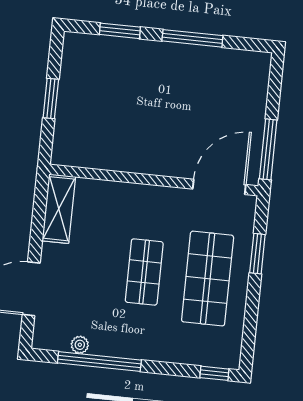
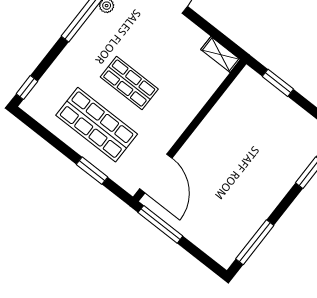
window: (192, 38) -> (255, 242), moved
window: (51, 98) -> (278, 83), moved
shelving: (59, 209) -> (221, 55), width x0.67, depth x0.75

